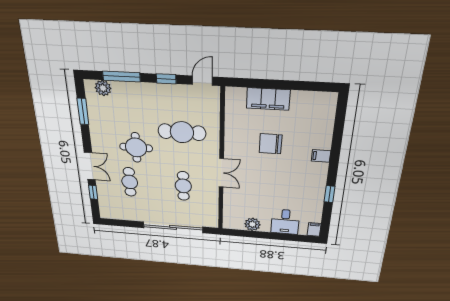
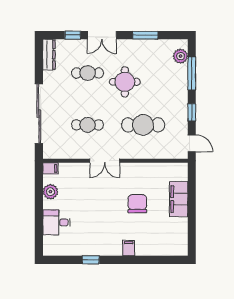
window: (83, 111) -> (145, 35), moved
cafe table: (182, 132) -> (143, 125), turned 90
dresser: (115, 214) -> (49, 55), added
filing cabinet: (314, 229) -> (50, 168), moved

